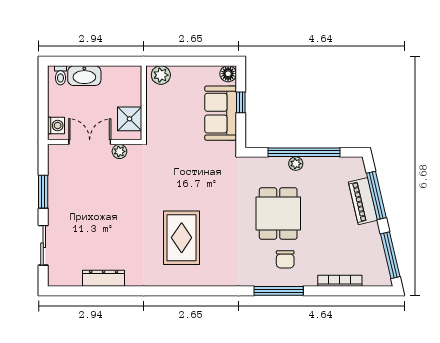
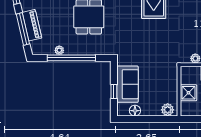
floor lamp: (228, 74) -> (135, 111), moved
shower: (130, 119) -> (189, 93), moved
plant: (296, 164) -> (59, 50), moved

